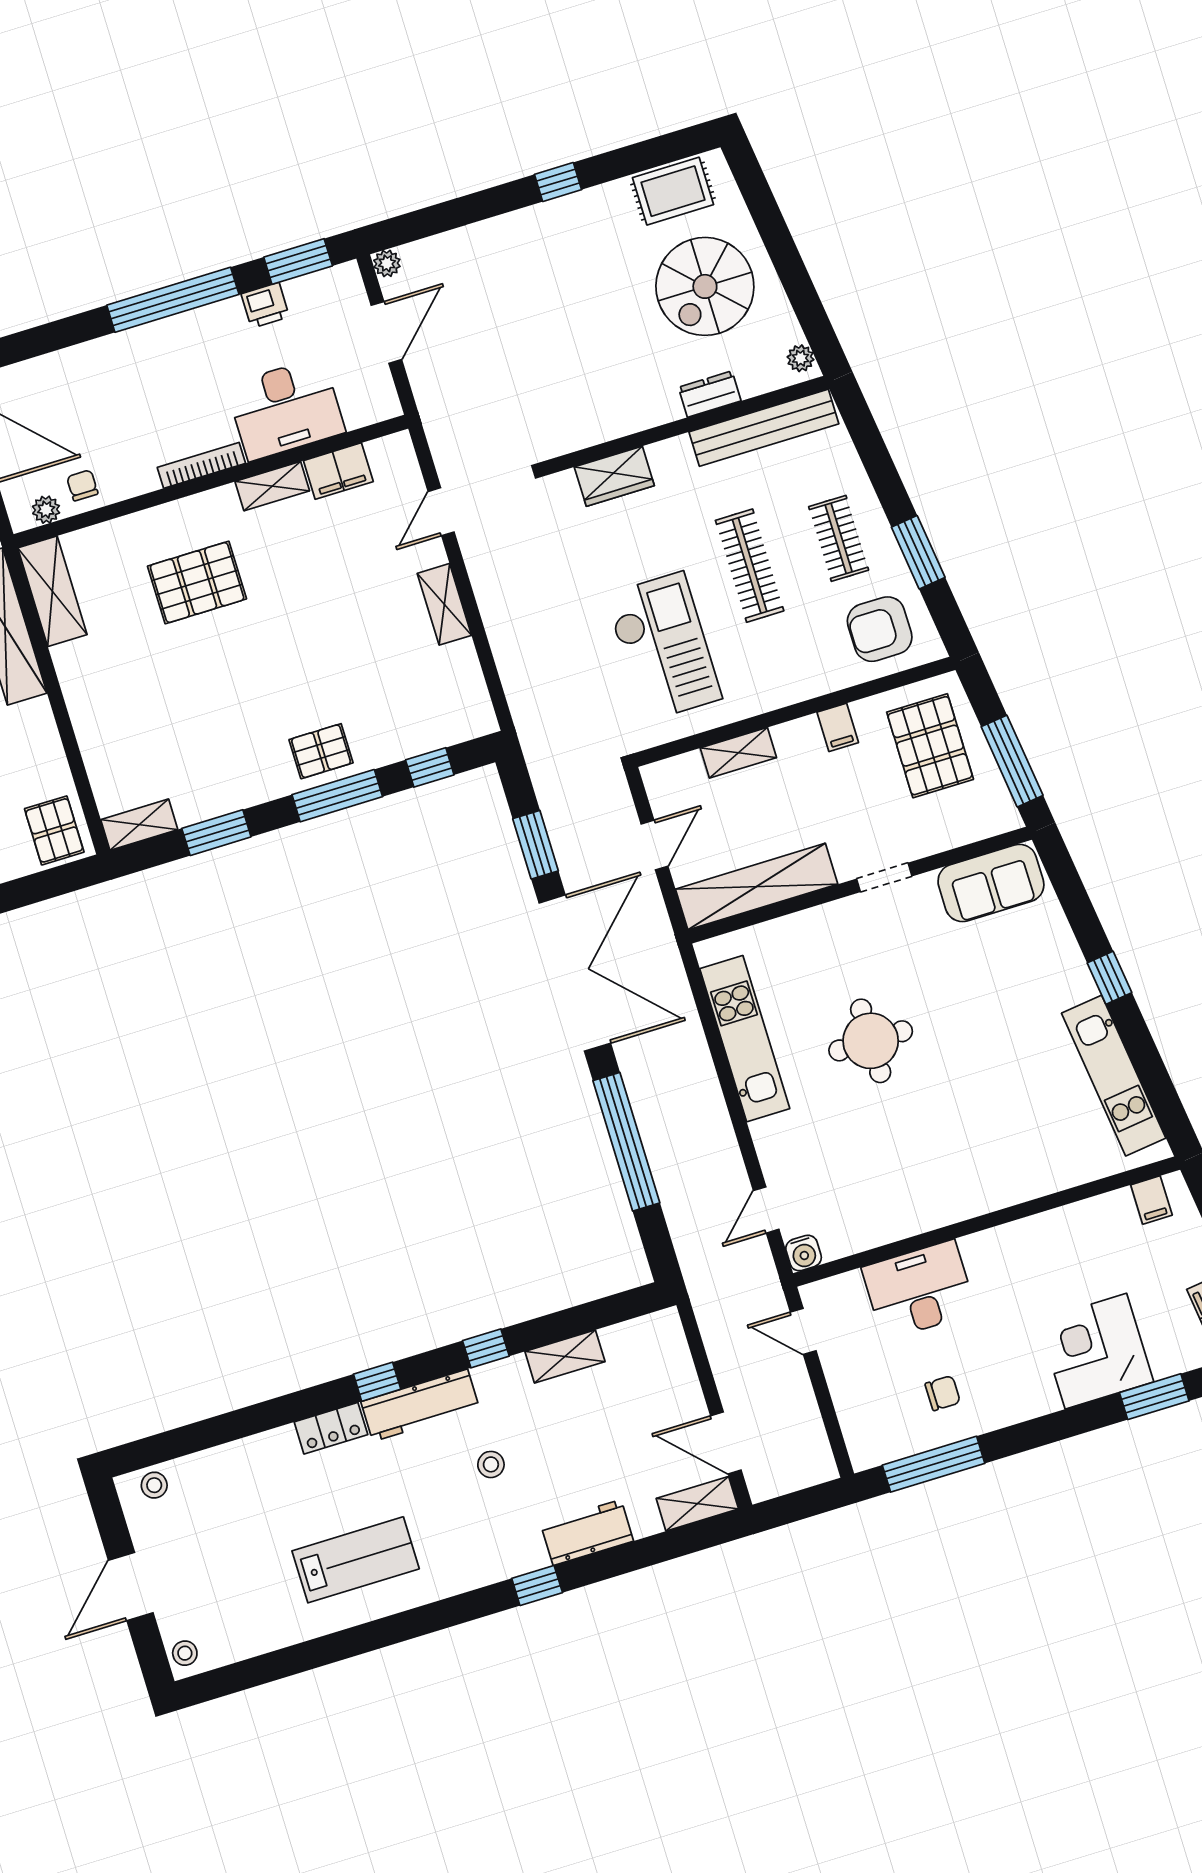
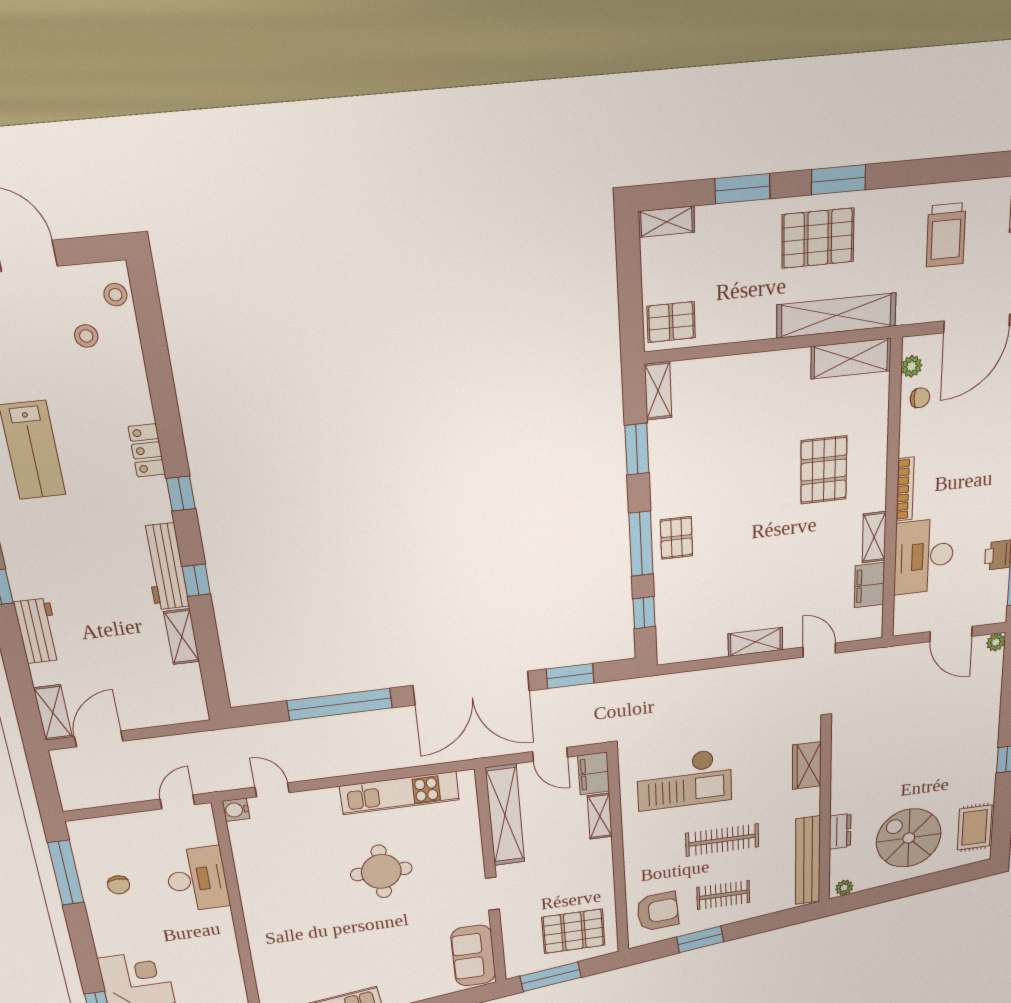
armchair: (880, 629) -> (658, 911), turned 86
filing cabinet: (838, 727) -> (594, 773), moved, width x2.00
workbench: (420, 1405) -> (165, 567), moved
stool: (491, 1464) -> (86, 336), moved

